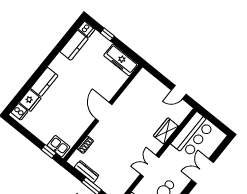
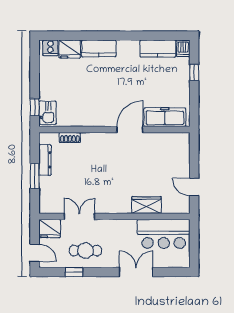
freezer: (121, 60) -> (165, 117), moved, turned 90
door: (104, 112) -> (130, 130), moved
double door: (150, 166) -> (79, 216), moved

